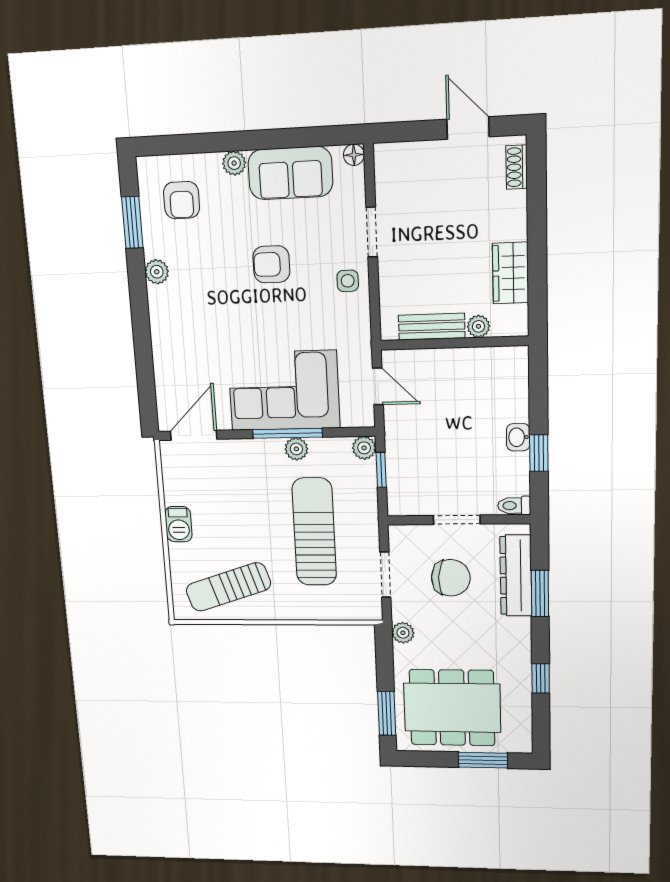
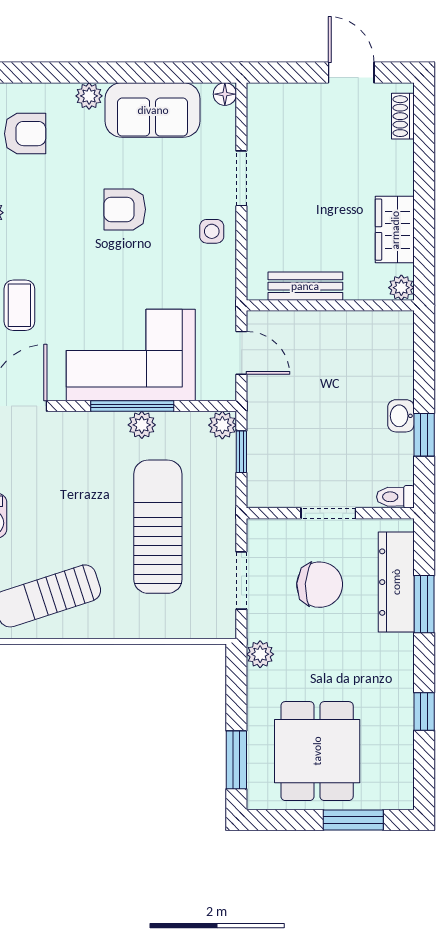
armchair: (182, 200) -> (25, 134), turned -90
plant: (478, 326) -> (401, 288), moved
coffee table: (188, 351) -> (19, 305), added
dining table: (452, 708) -> (317, 751), width x0.73

